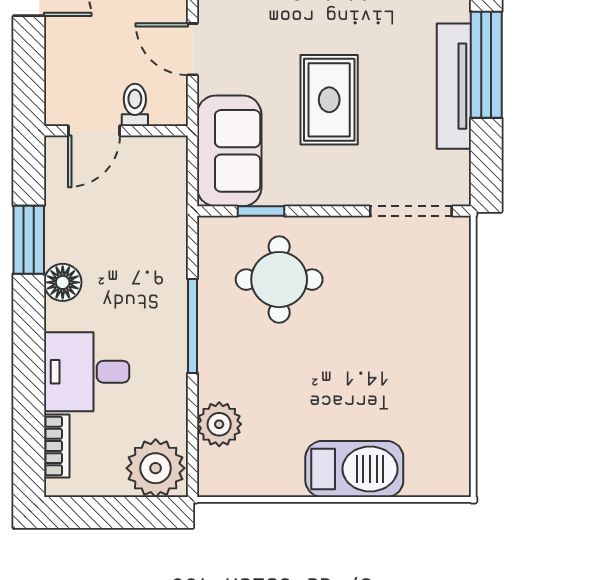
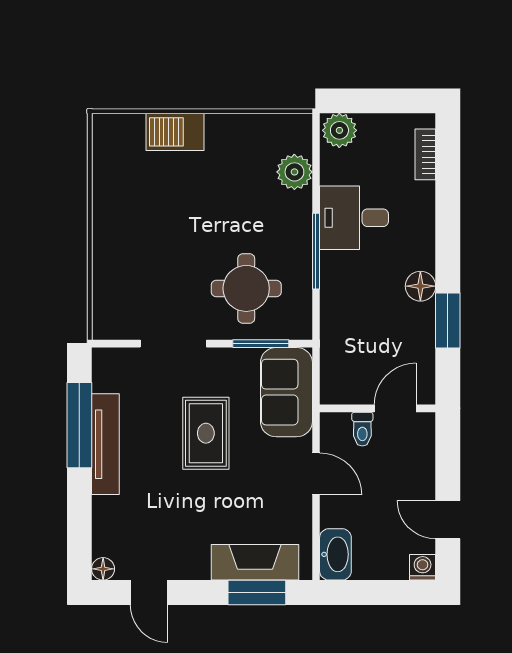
window: (486, 65) -> (79, 425), moved
window: (261, 211) -> (261, 344), width x1.50
doorway: (411, 211) -> (173, 344), moved
desk: (87, 372) -> (354, 218), moved, turned 180
plant: (156, 468) -> (339, 130), width x0.73, depth x0.73
barbecue: (354, 469) -> (175, 132), width x0.73, depth x0.83

